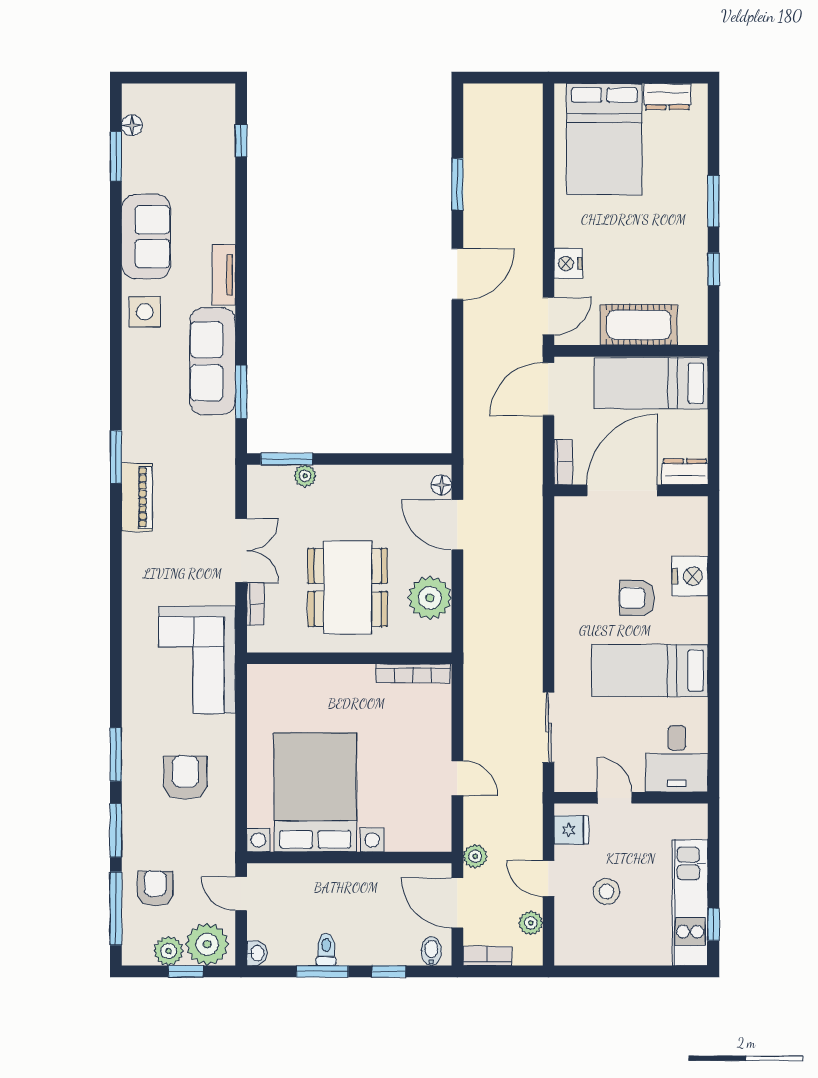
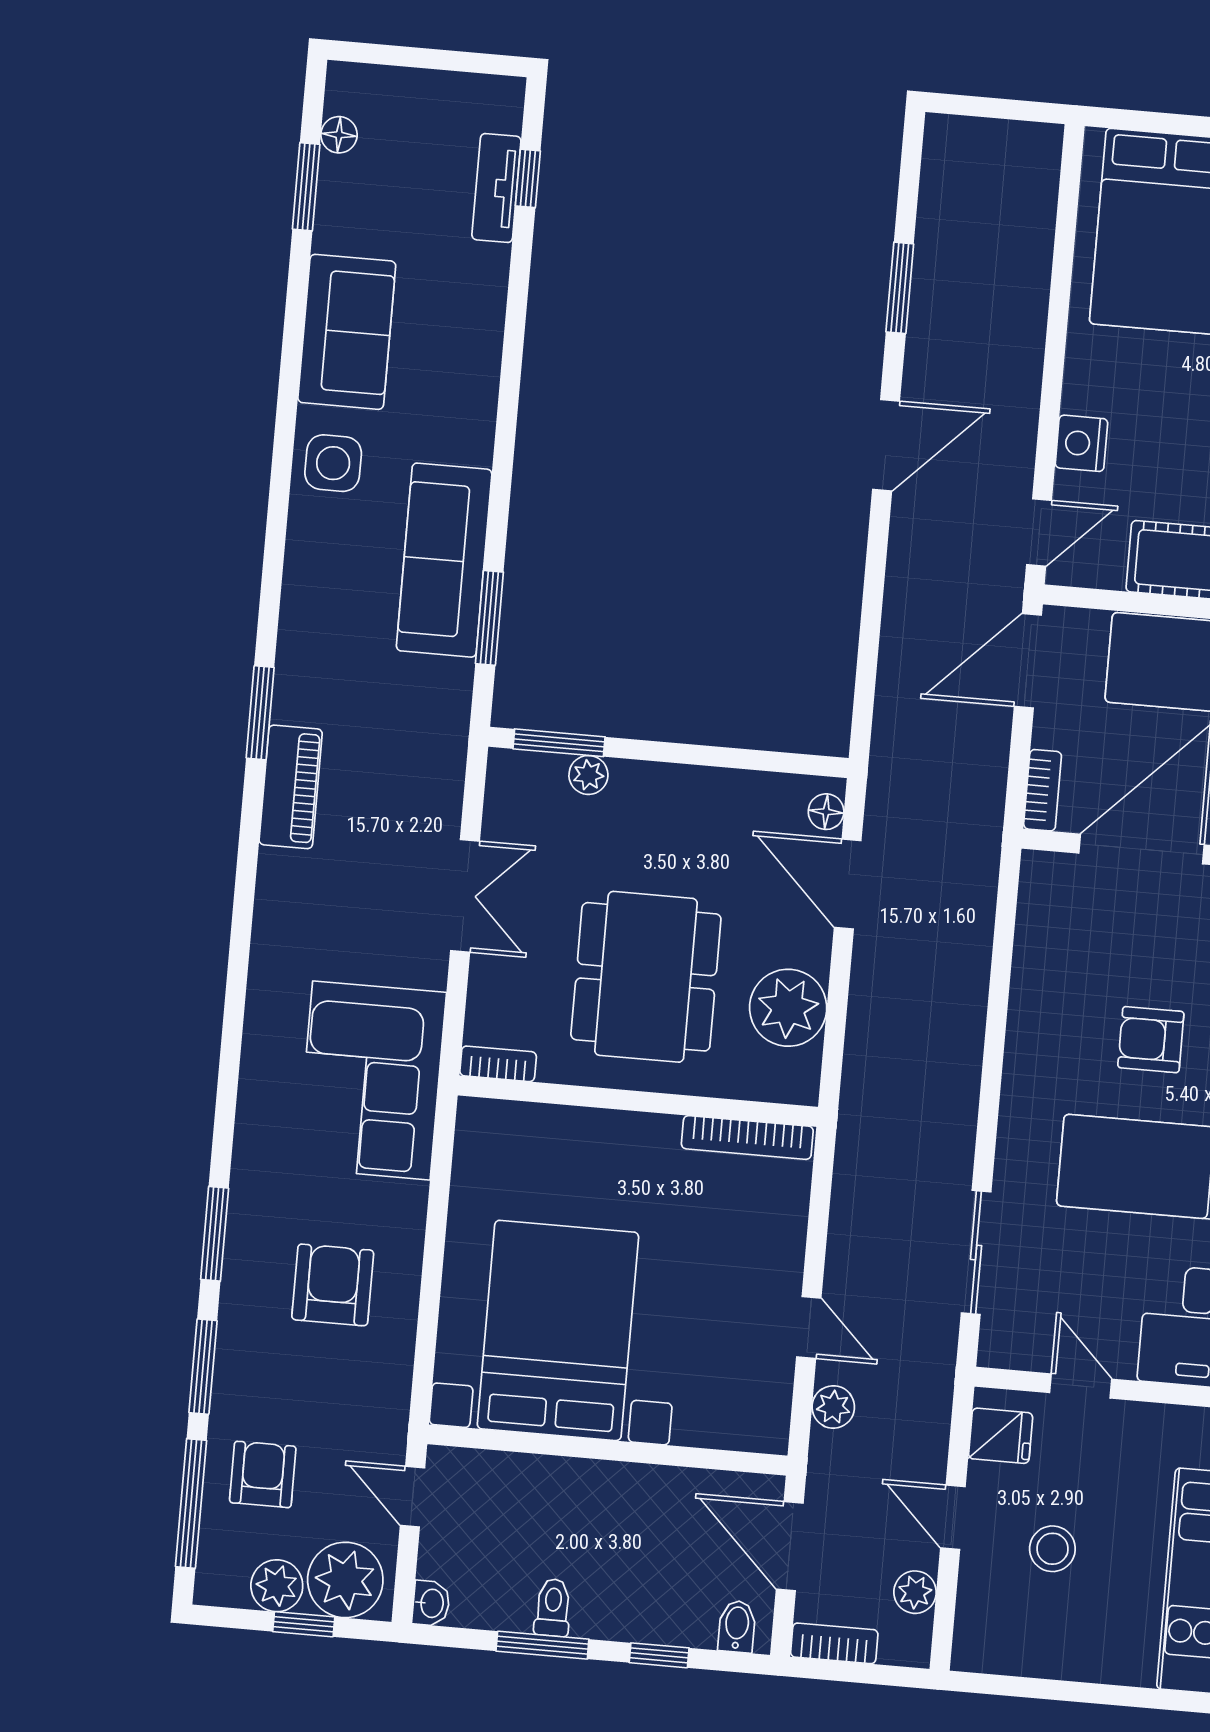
tv unit: (224, 275) -> (496, 188), moved
bookcase: (255, 604) -> (498, 1064), moved, turned -90
plant: (475, 856) -> (833, 1407), moved

